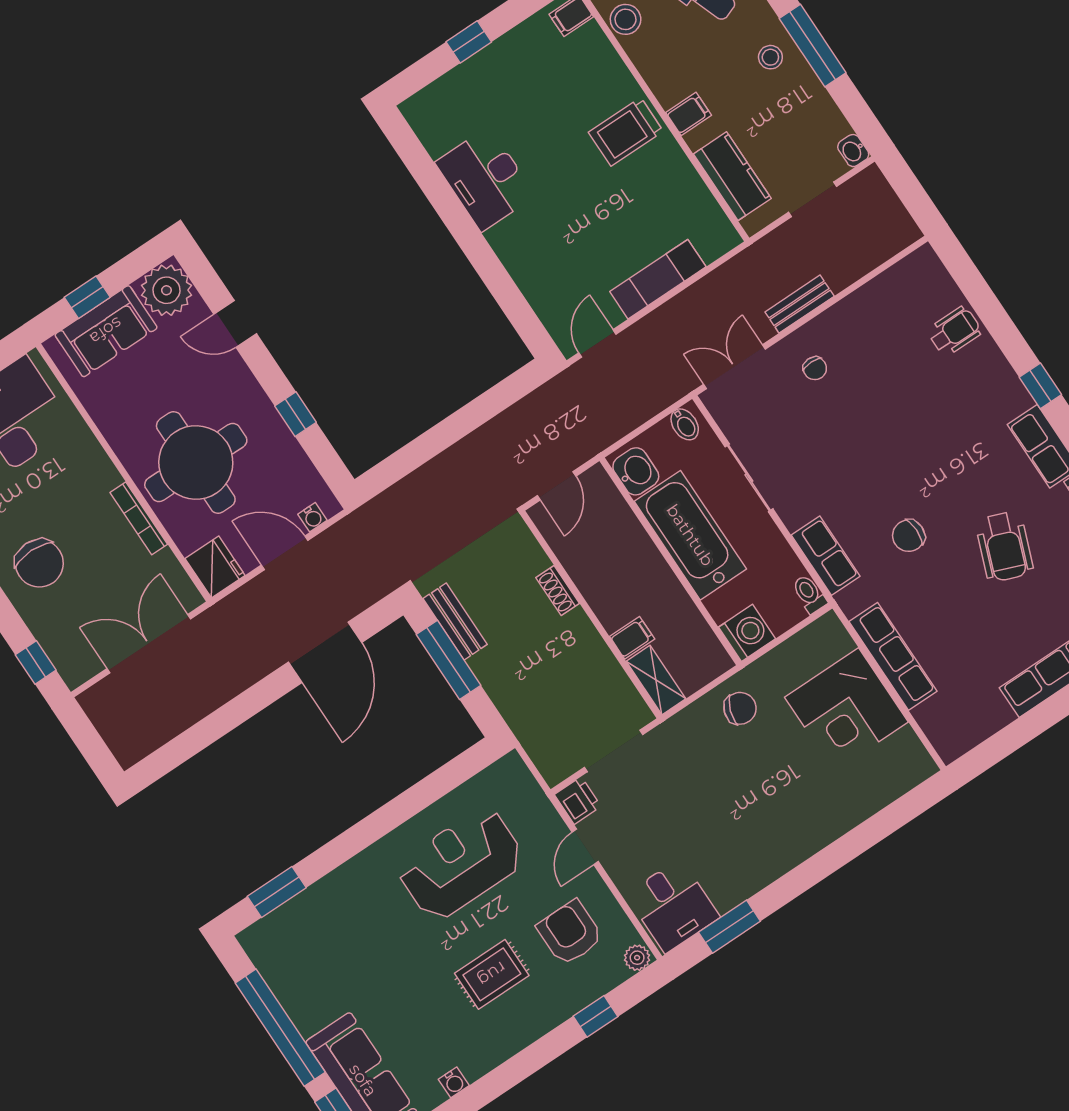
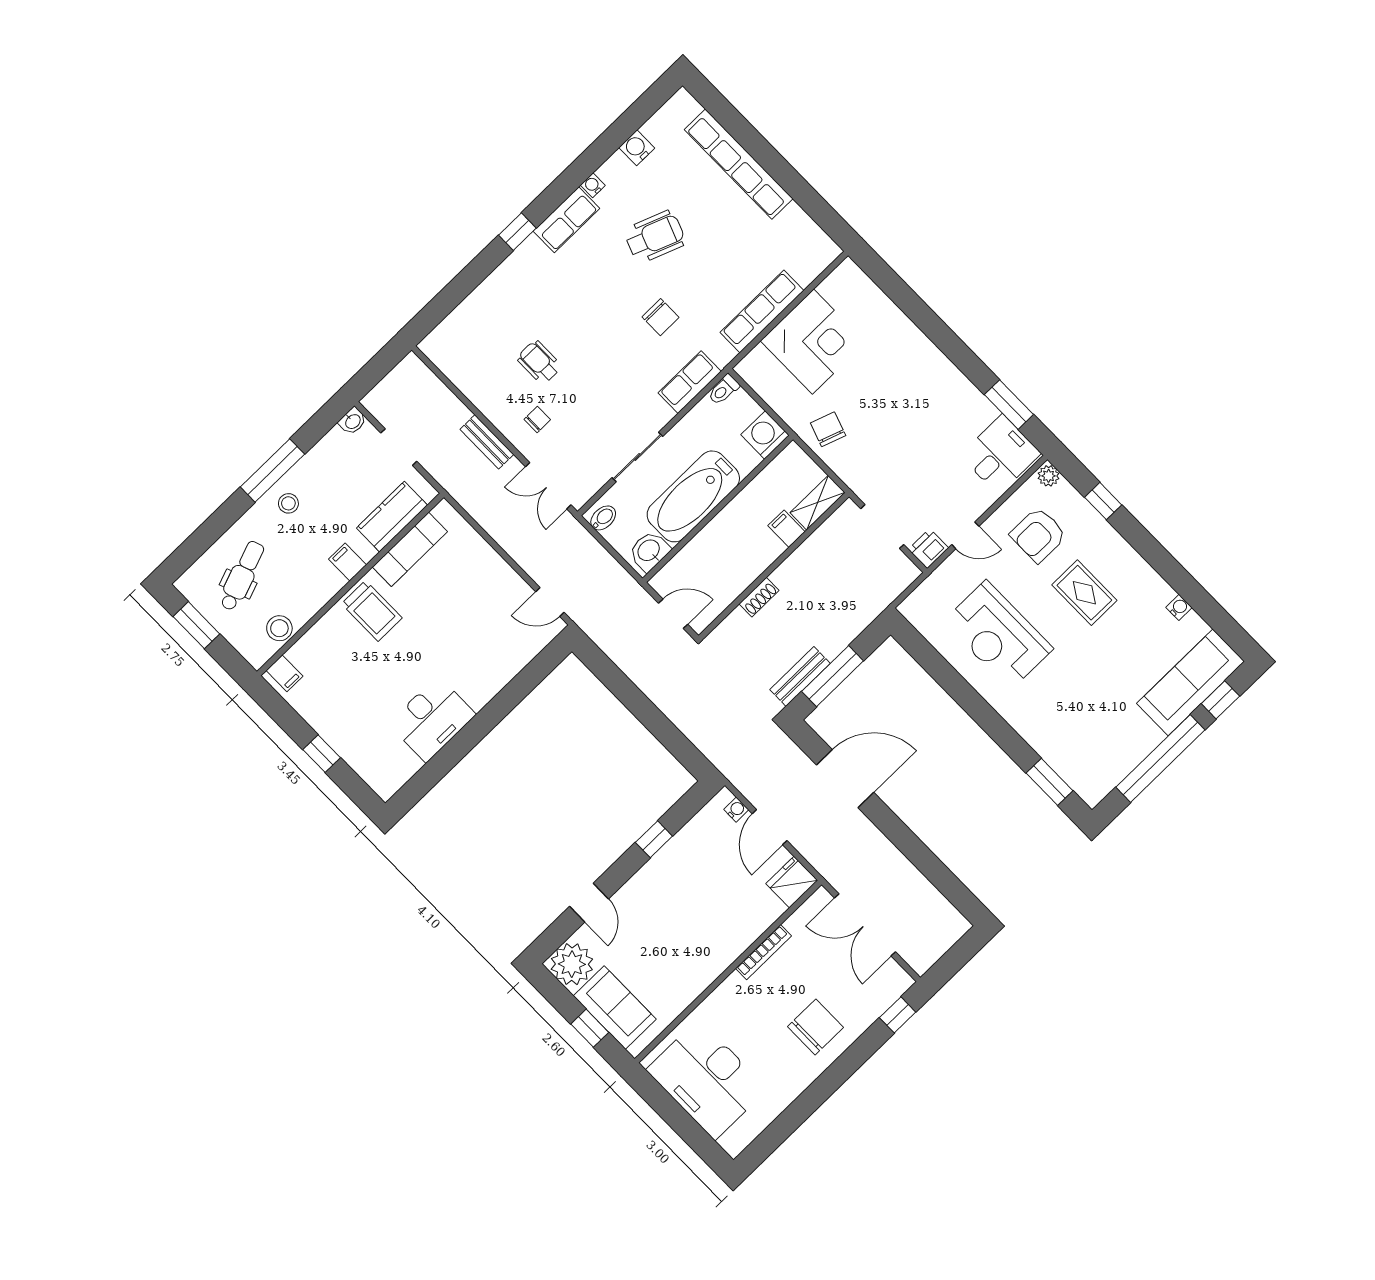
exam couch: (658, 279) -> (410, 549), moved, turned -90
wheelchair: (955, 331) -> (539, 362), moved
round table: (196, 462) -> (709, 914), removed

